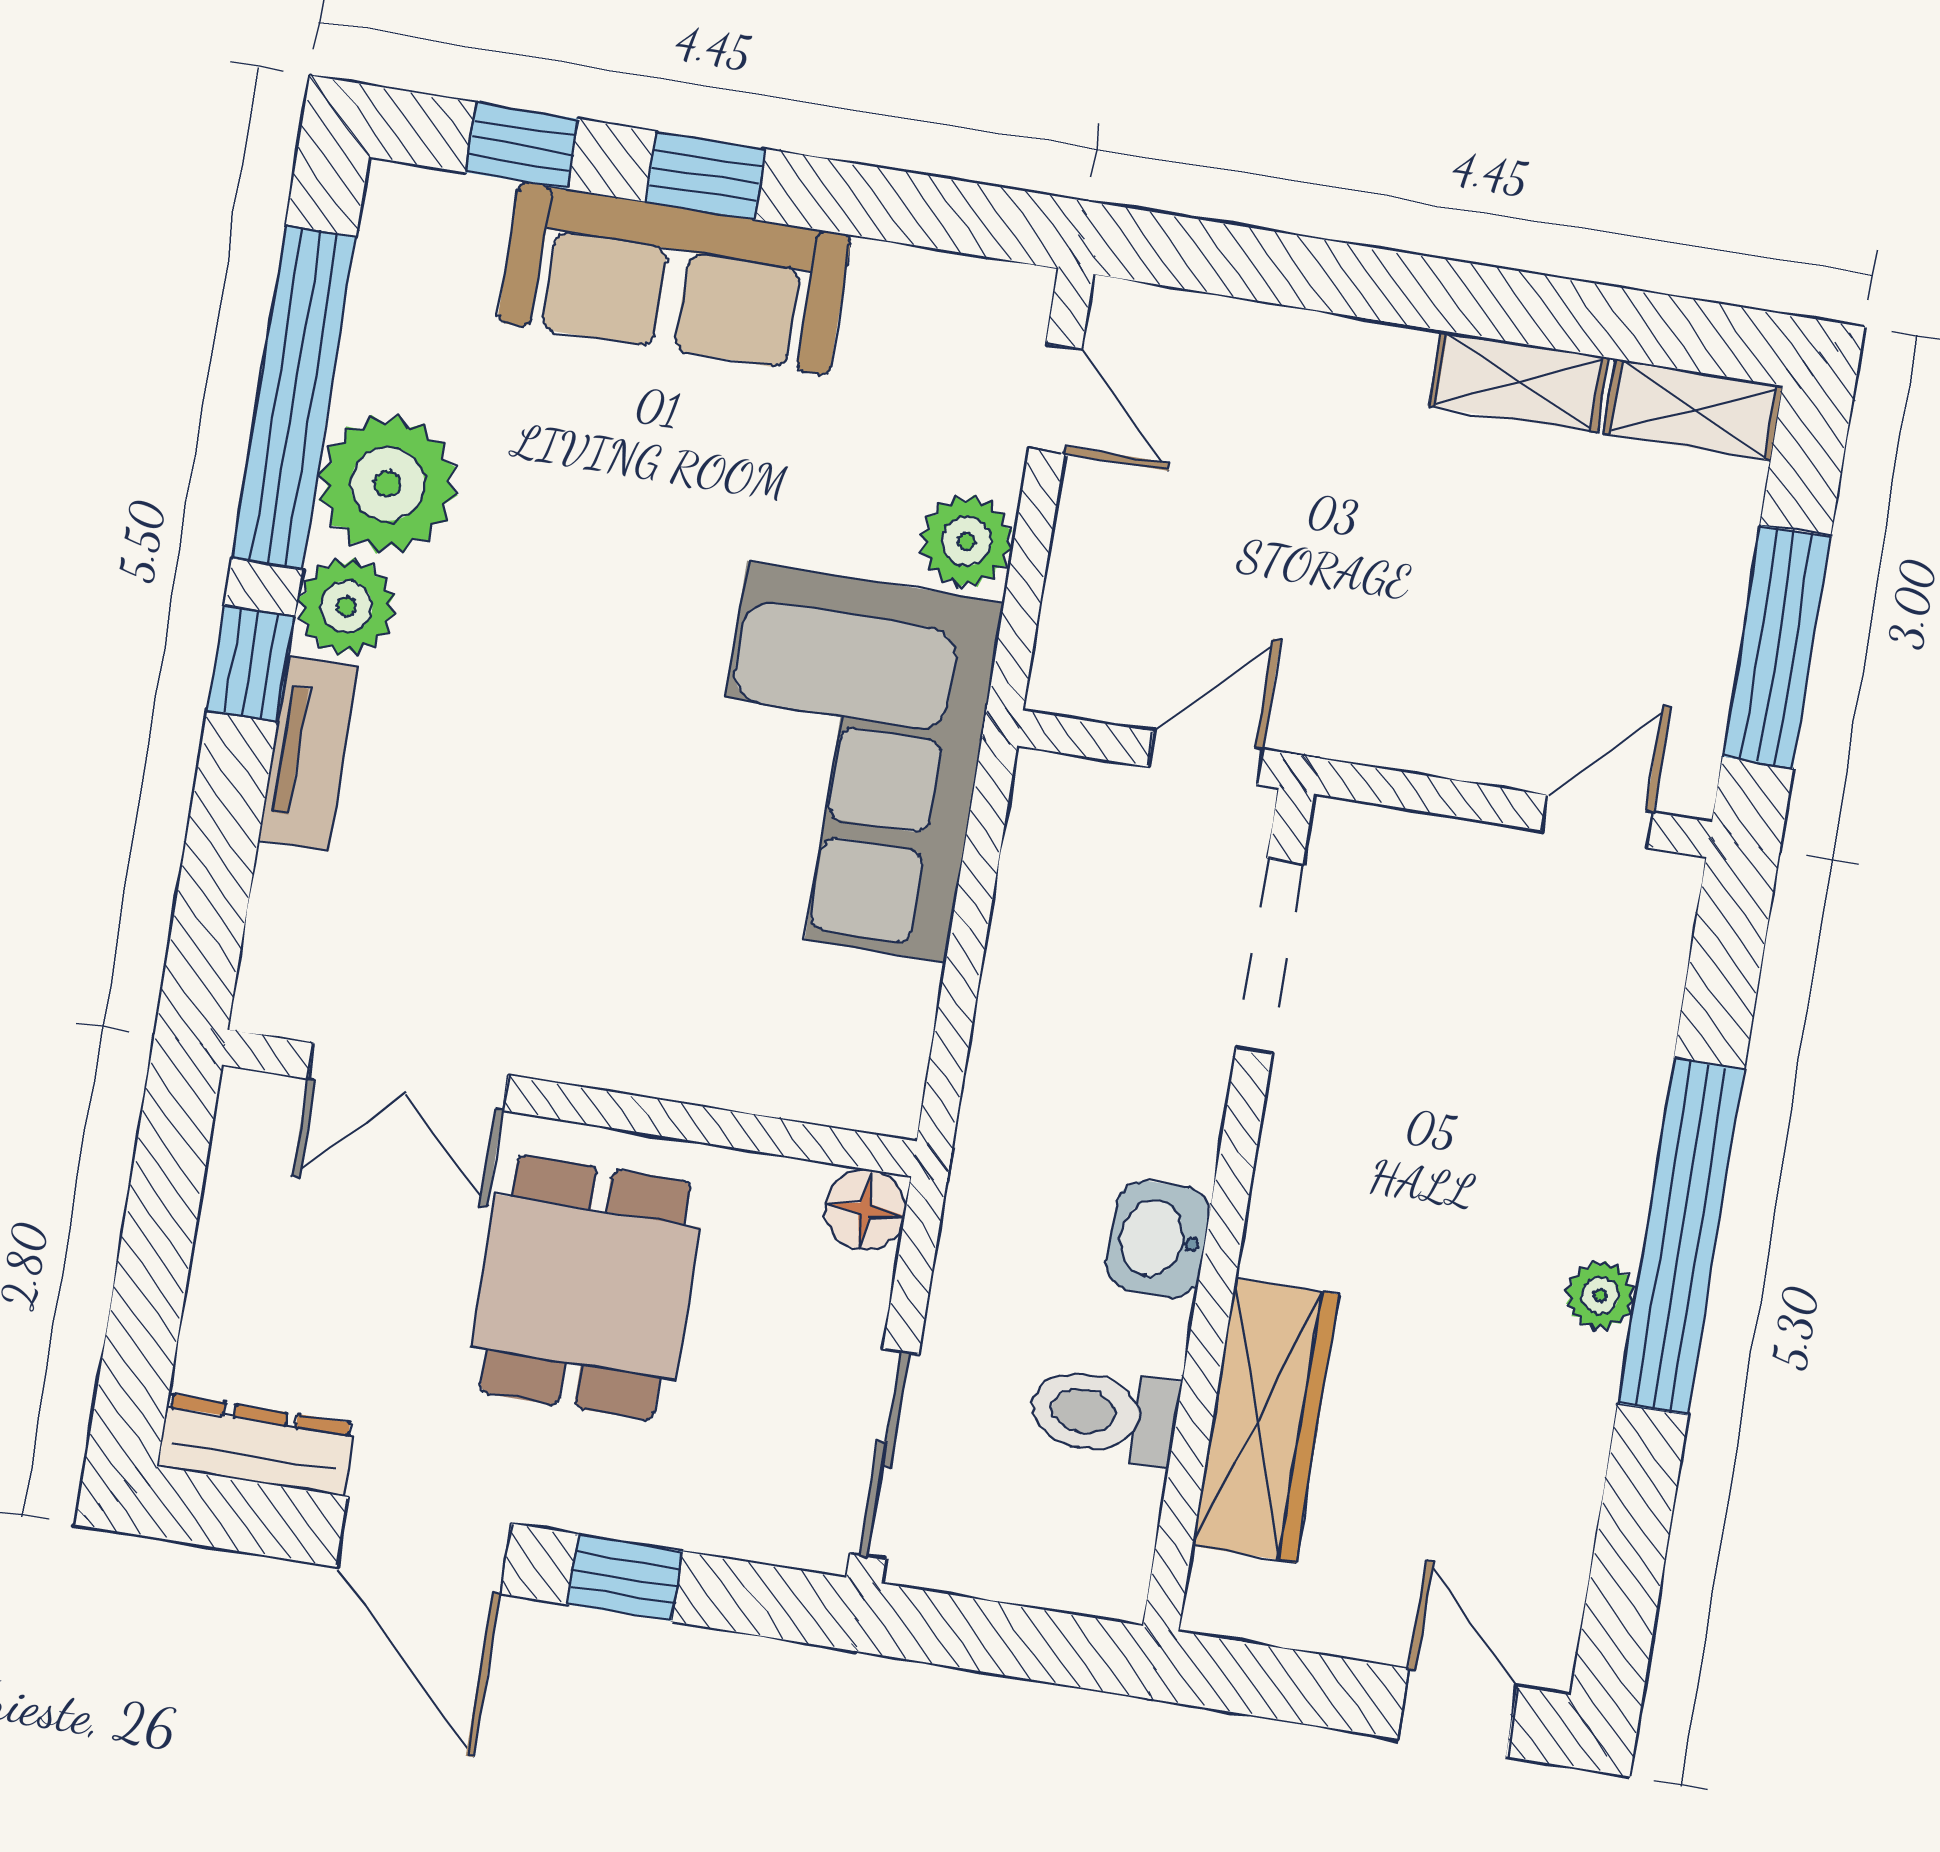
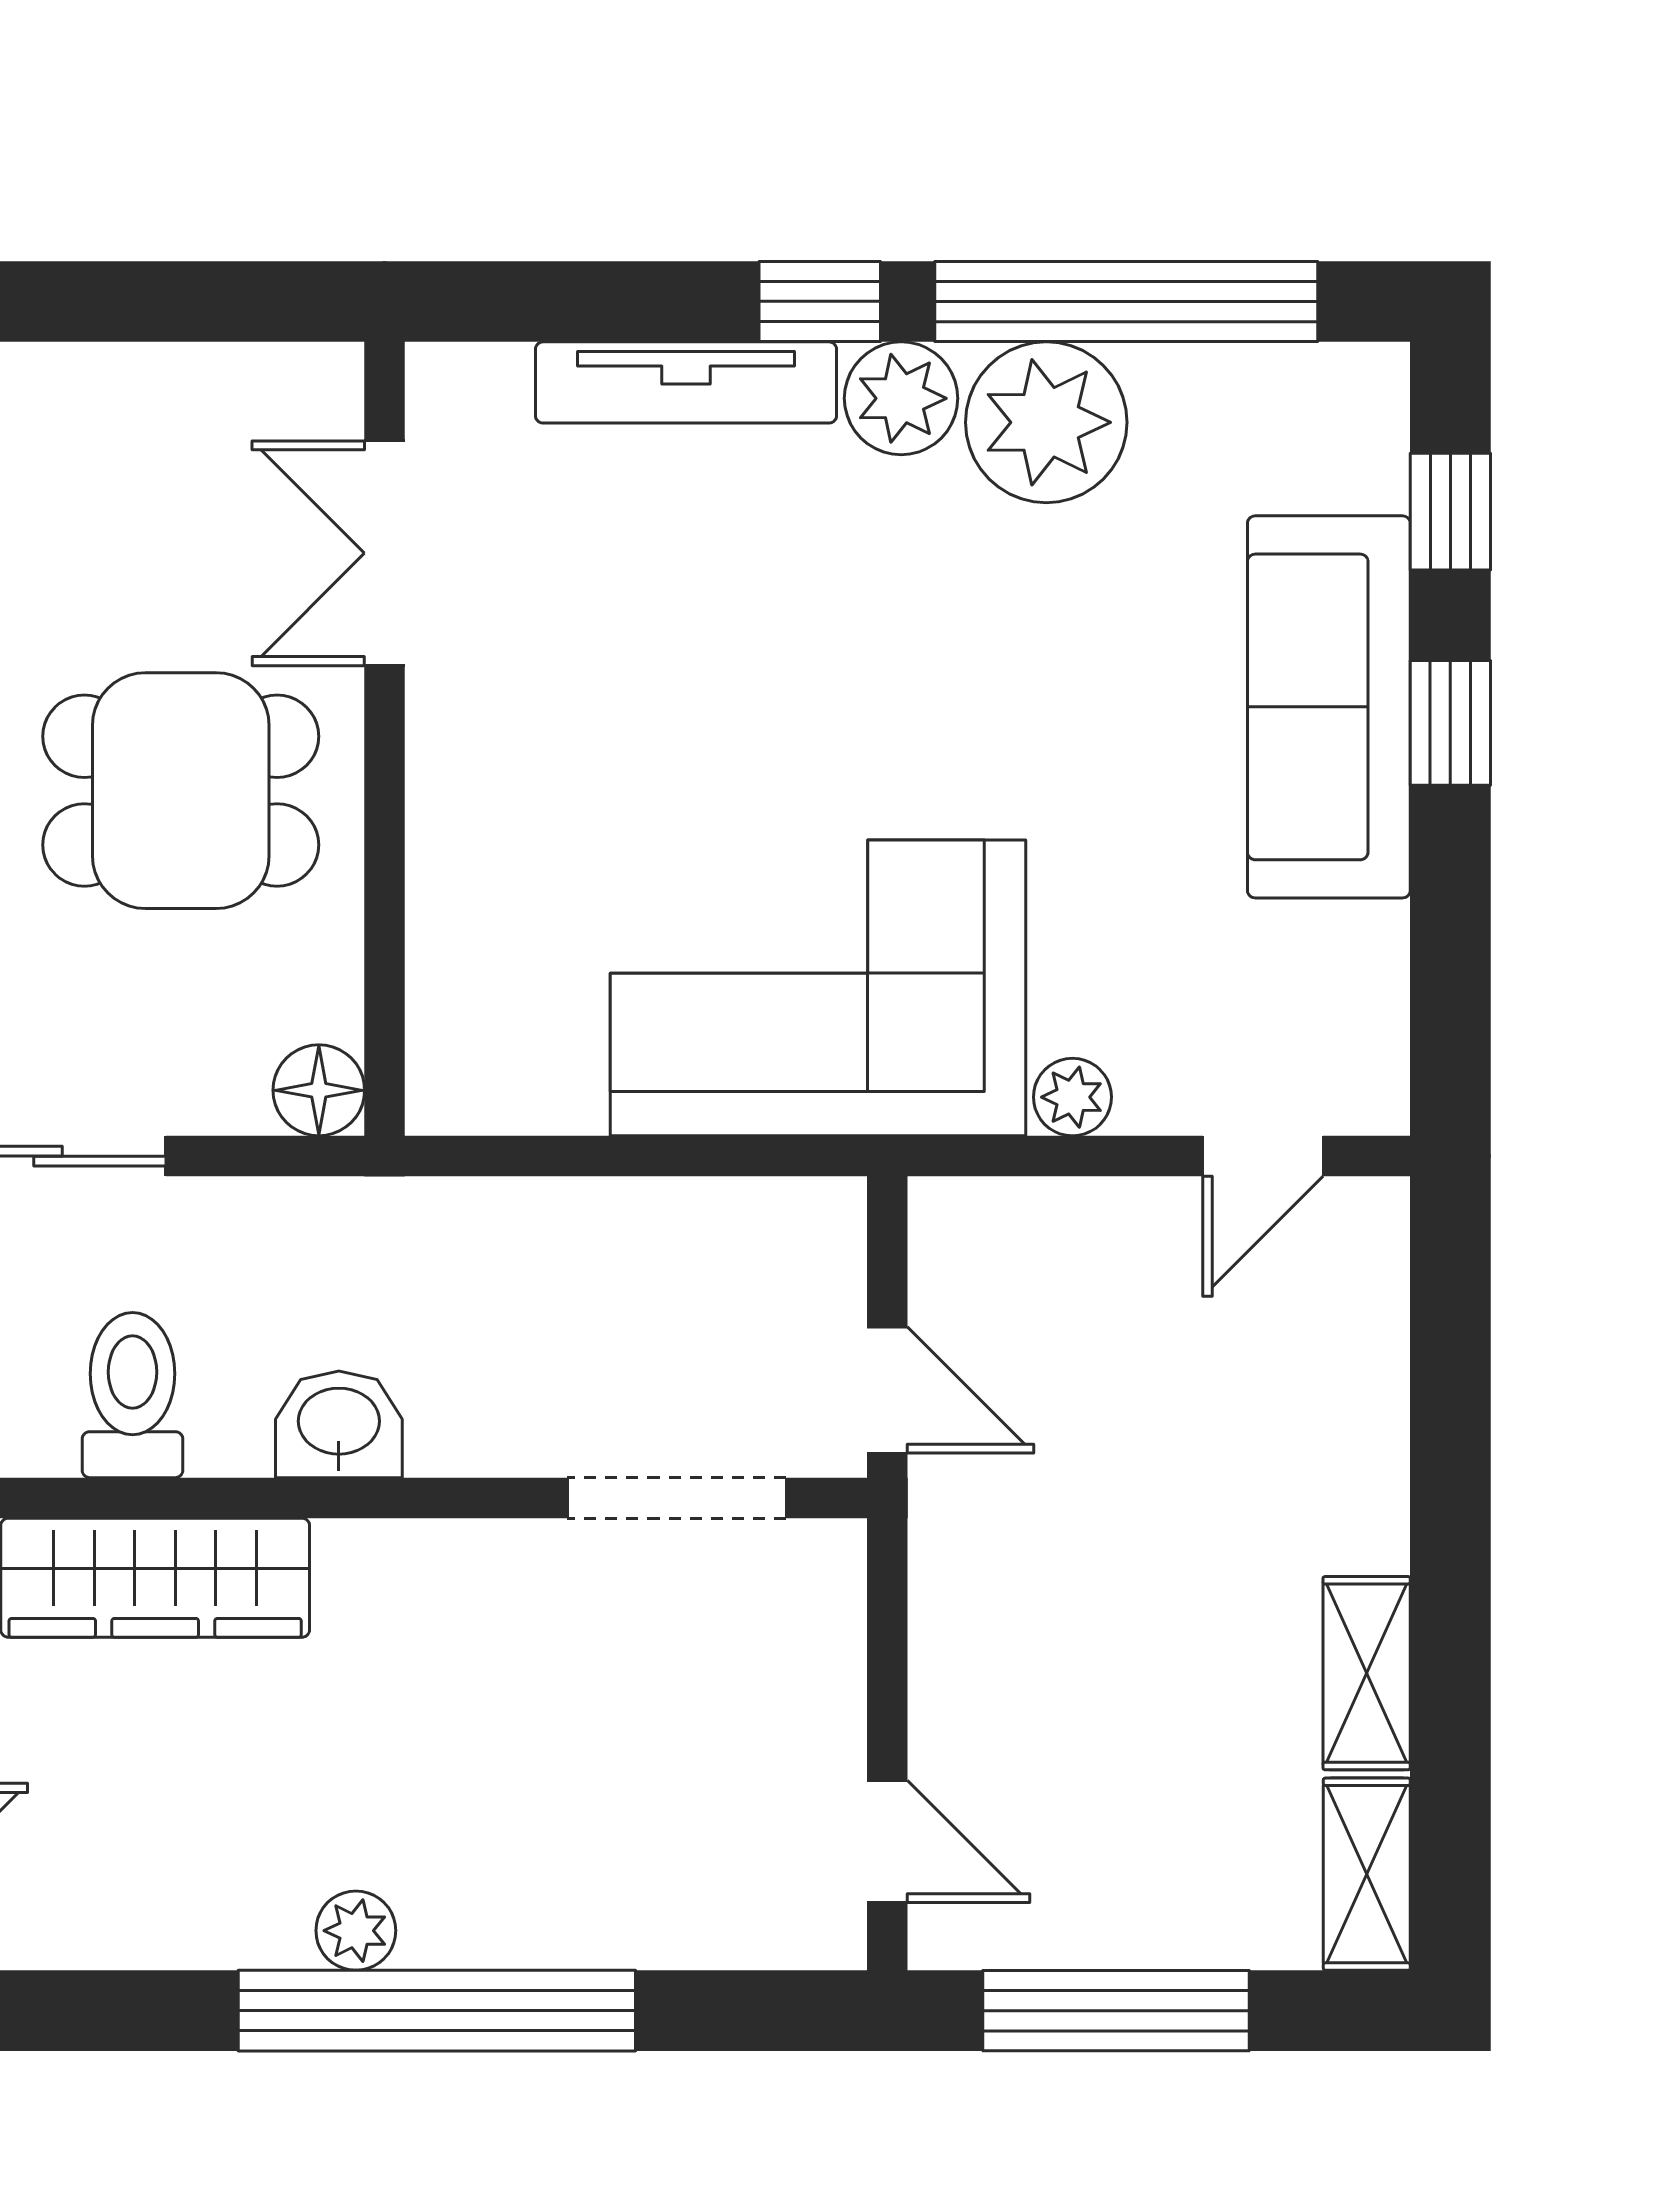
plant: (967, 541) -> (1072, 1097), width x0.73, depth x0.73
tv unit: (308, 753) -> (686, 382), width x1.41

